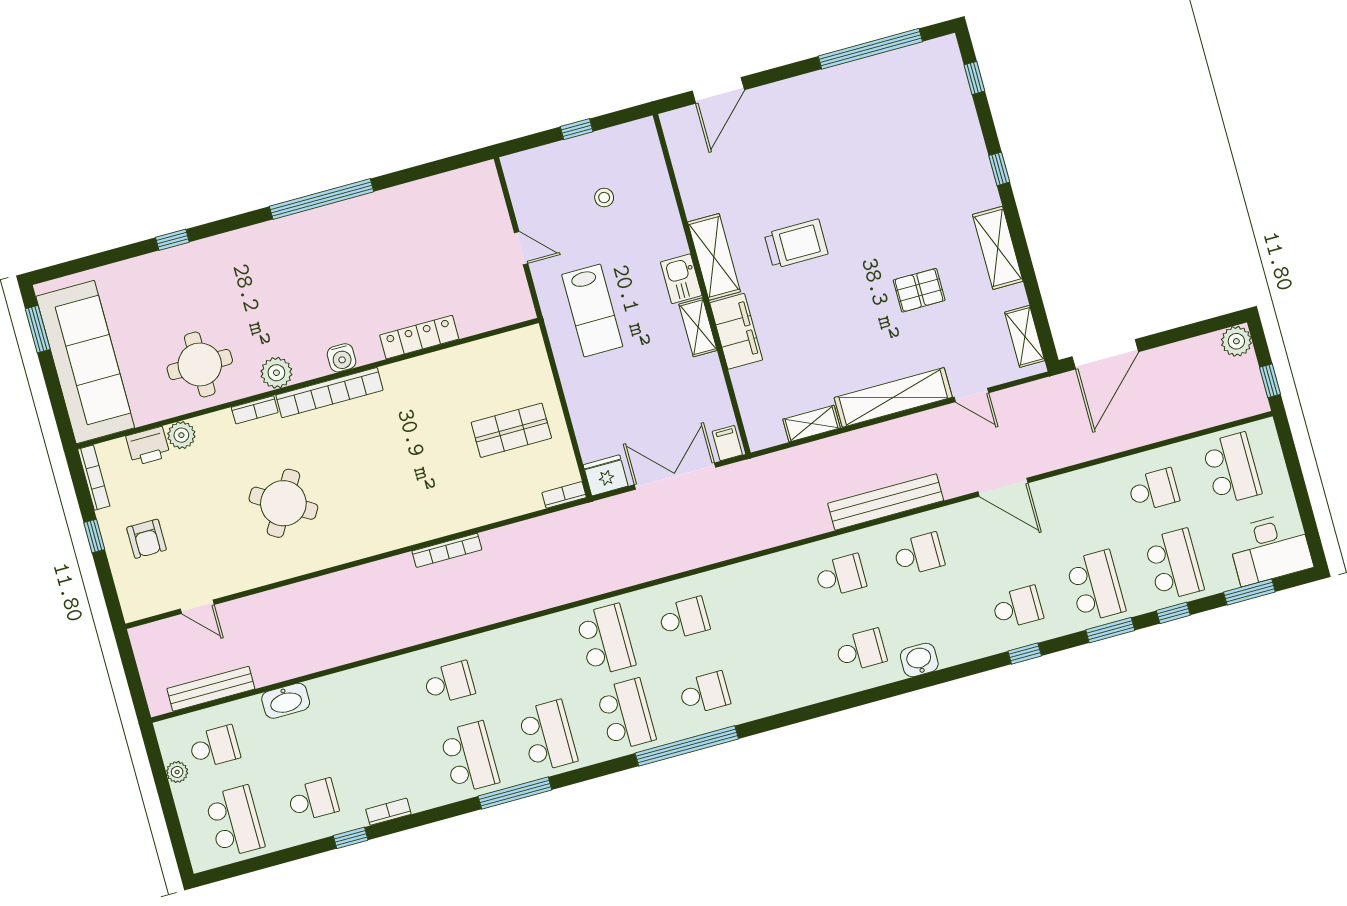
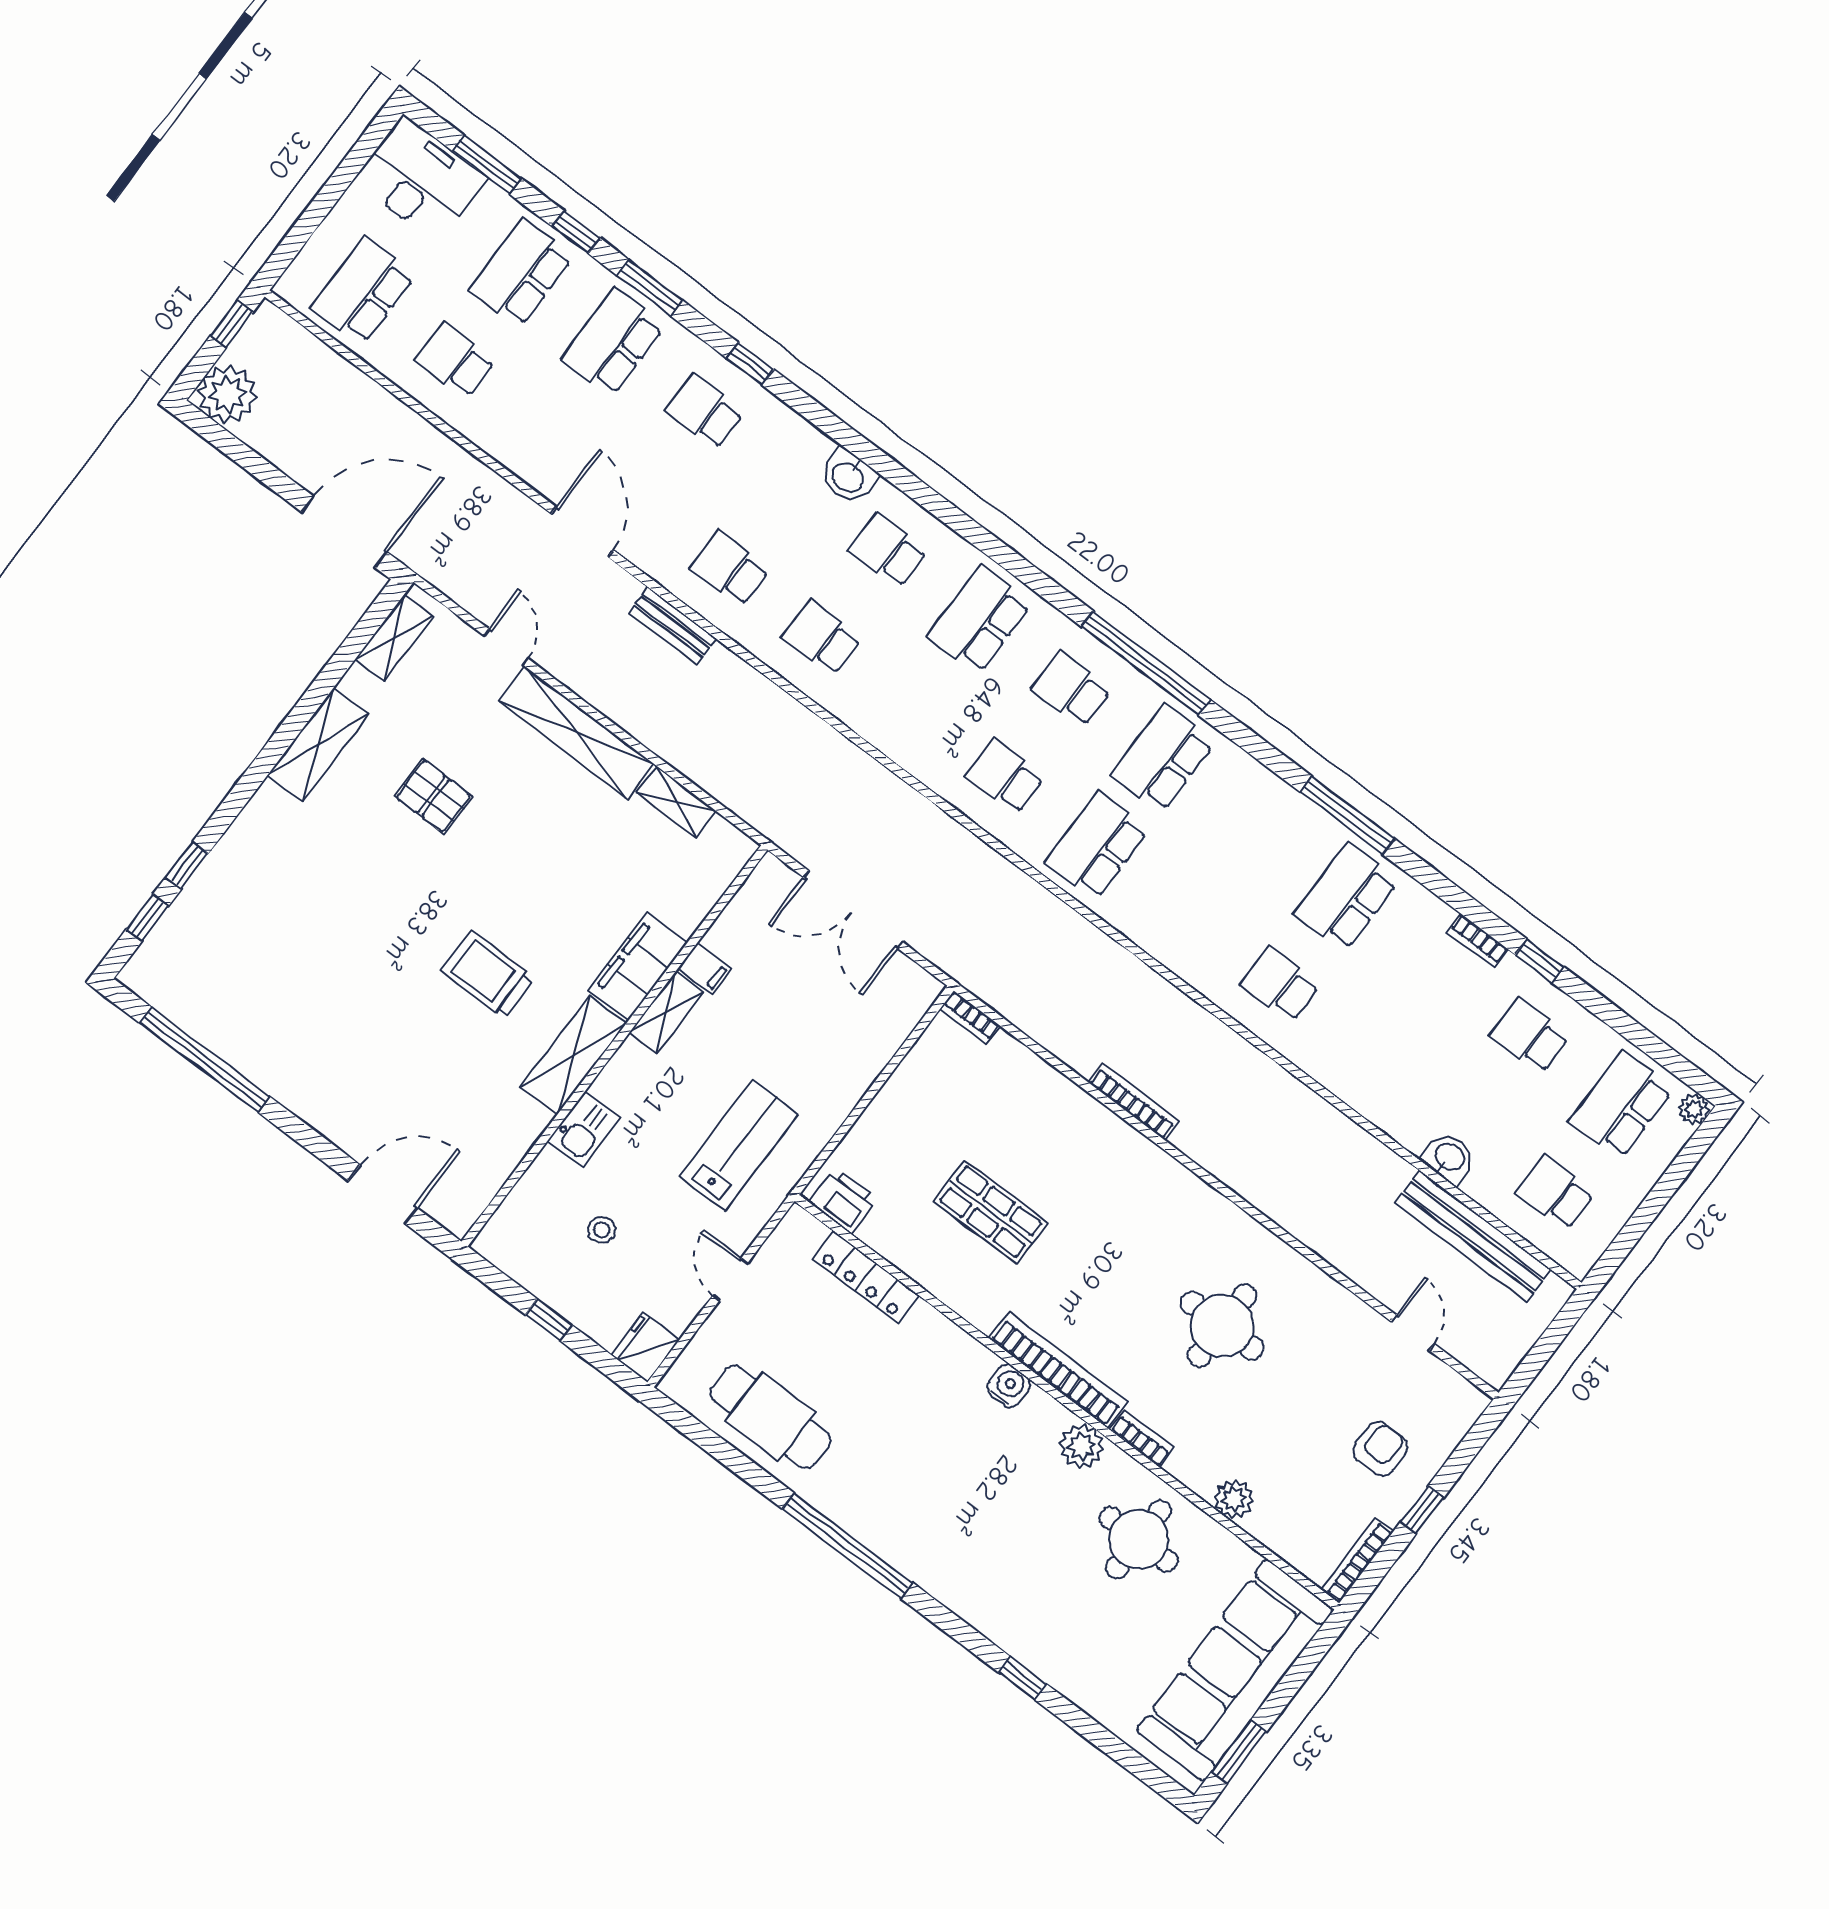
window: (999, 169) -> (187, 865), moved
cafe table: (427, 211) -> (770, 1417), added
kitchen sink: (681, 279) -> (584, 1129), moved
locker: (419, 337) -> (866, 1277), moved
plant: (1236, 341) -> (228, 395), width x1.36, depth x1.36
shop shelf: (511, 430) -> (991, 1212), moved
filing cabinet: (727, 443) -> (705, 969), moved, turned -90
printer: (148, 446) -> (843, 1200), moved
fridge: (606, 475) -> (645, 1347), moved, turned 90
bench: (886, 502) -> (673, 626), width x0.54, depth x0.82
round table: (283, 503) -> (1222, 1326), turned -31
bench: (211, 689) -> (1473, 1236), width x1.37, depth x1.21
washbasin: (286, 701) -> (1449, 1158), width x0.72
school desk: (548, 736) -> (980, 620), moved
plant: (177, 772) -> (1694, 1109), moved

